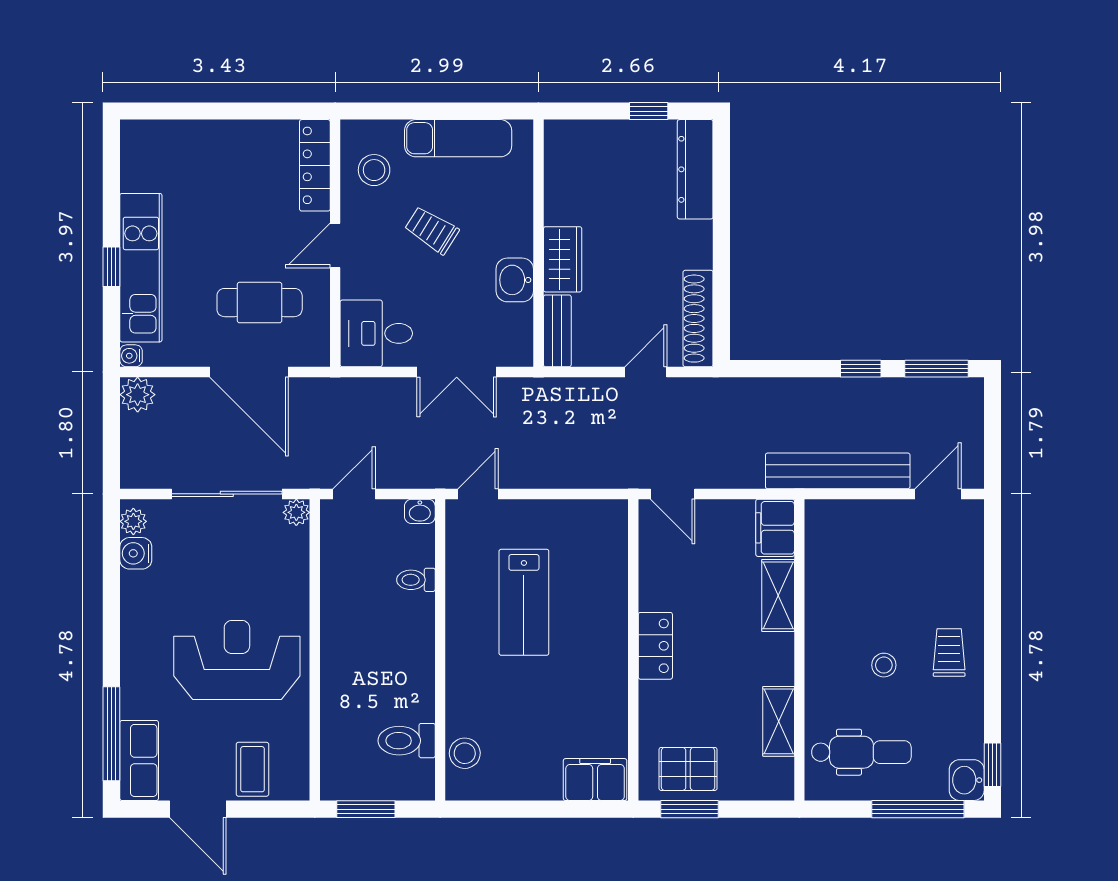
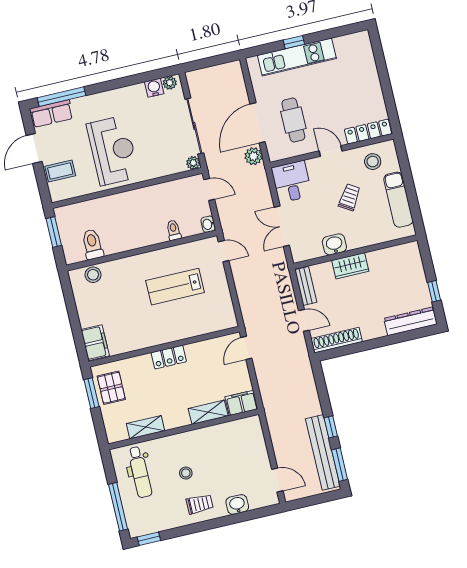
bench: (557, 331) -> (306, 286), moved, turned 90
water cooler: (131, 356) -> (252, 62), removed
plant: (138, 395) -> (254, 156), moved
bench: (838, 471) -> (323, 452), moved
washbasin: (967, 780) -> (237, 504), moved

